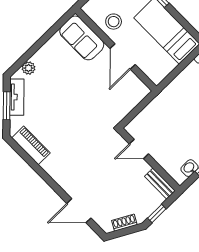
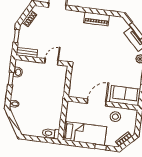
door: (123, 57) -> (97, 102), hinge flipped
piano: (31, 145) -> (97, 19), moved

